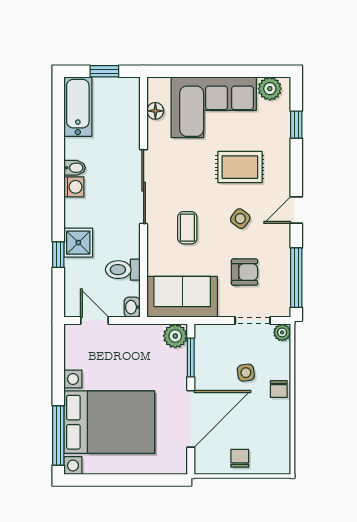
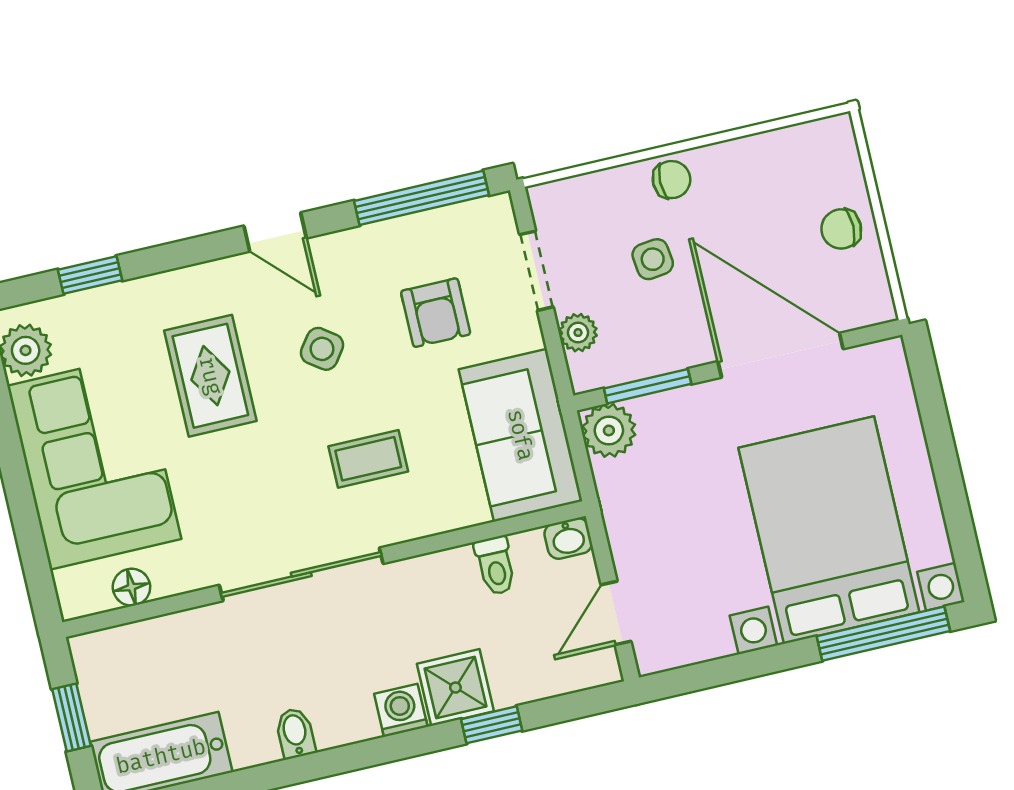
washing machine: (74, 187) -> (401, 710), moved
toilet: (123, 270) -> (495, 566), width x0.73, depth x0.72
armchair: (245, 272) -> (436, 313), turned 180
plant: (282, 332) -> (578, 333), moved

